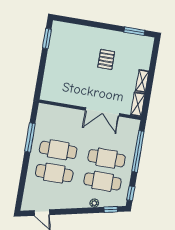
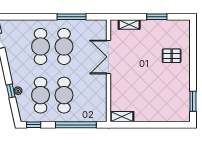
window: (47, 39) -> (157, 17), moved
pallet: (106, 59) -> (172, 56), moved
shelving: (142, 81) -> (129, 24), moved
double door: (102, 112) -> (109, 57), moved
window: (111, 209) -> (11, 91), moved

